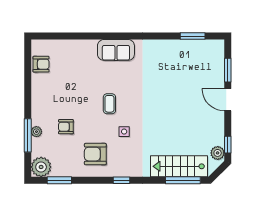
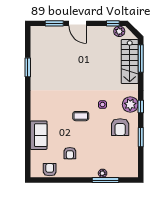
window: (193, 36) -> (28, 67), moved
sofa: (116, 50) -> (39, 135), moved
door: (228, 100) -> (78, 23), hinge flipped
armchair: (66, 127) -> (70, 153), moved
plant: (41, 167) -> (130, 105), moved
window: (59, 180) -> (141, 137), moved

